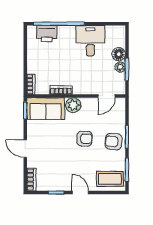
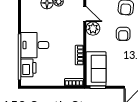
desk: (90, 41) -> (35, 45), moved
plant: (73, 105) -> (93, 29), moved
armchair: (84, 139) -> (123, 34), turned 180

